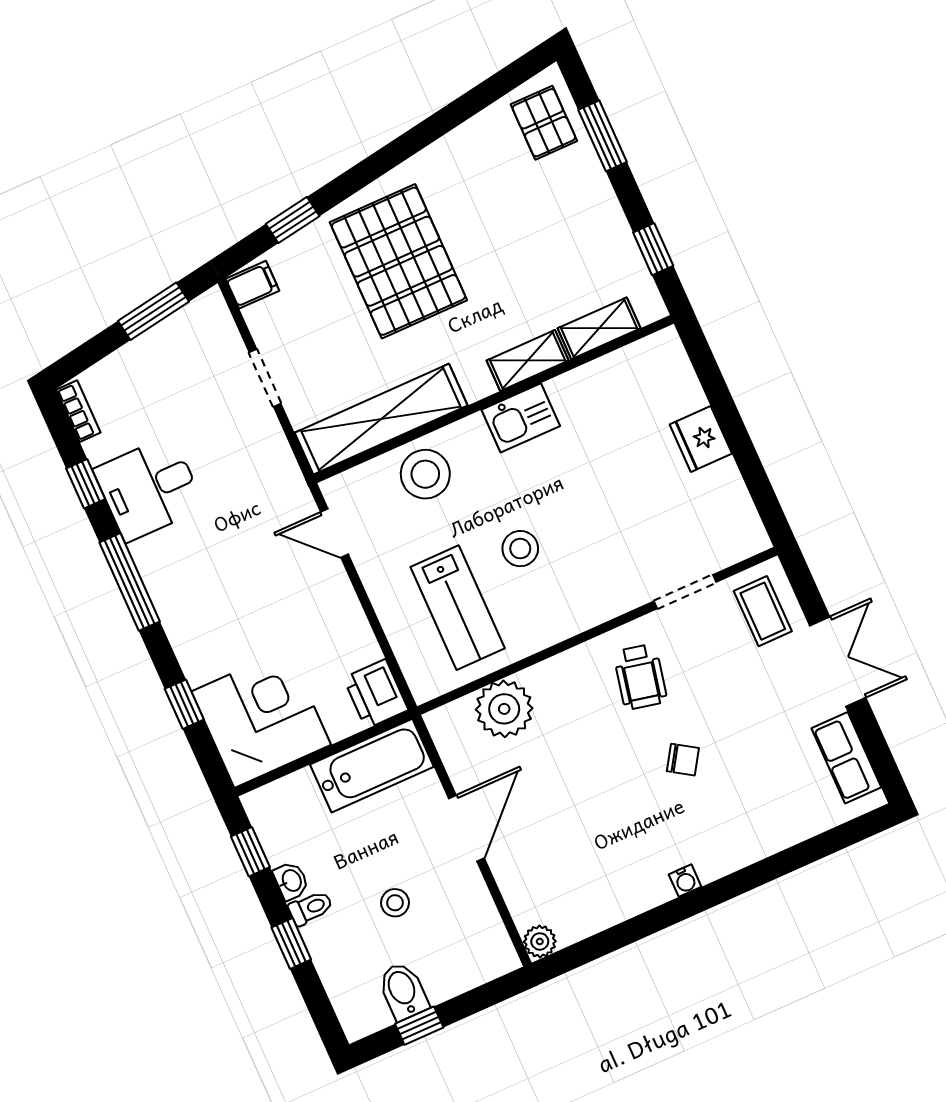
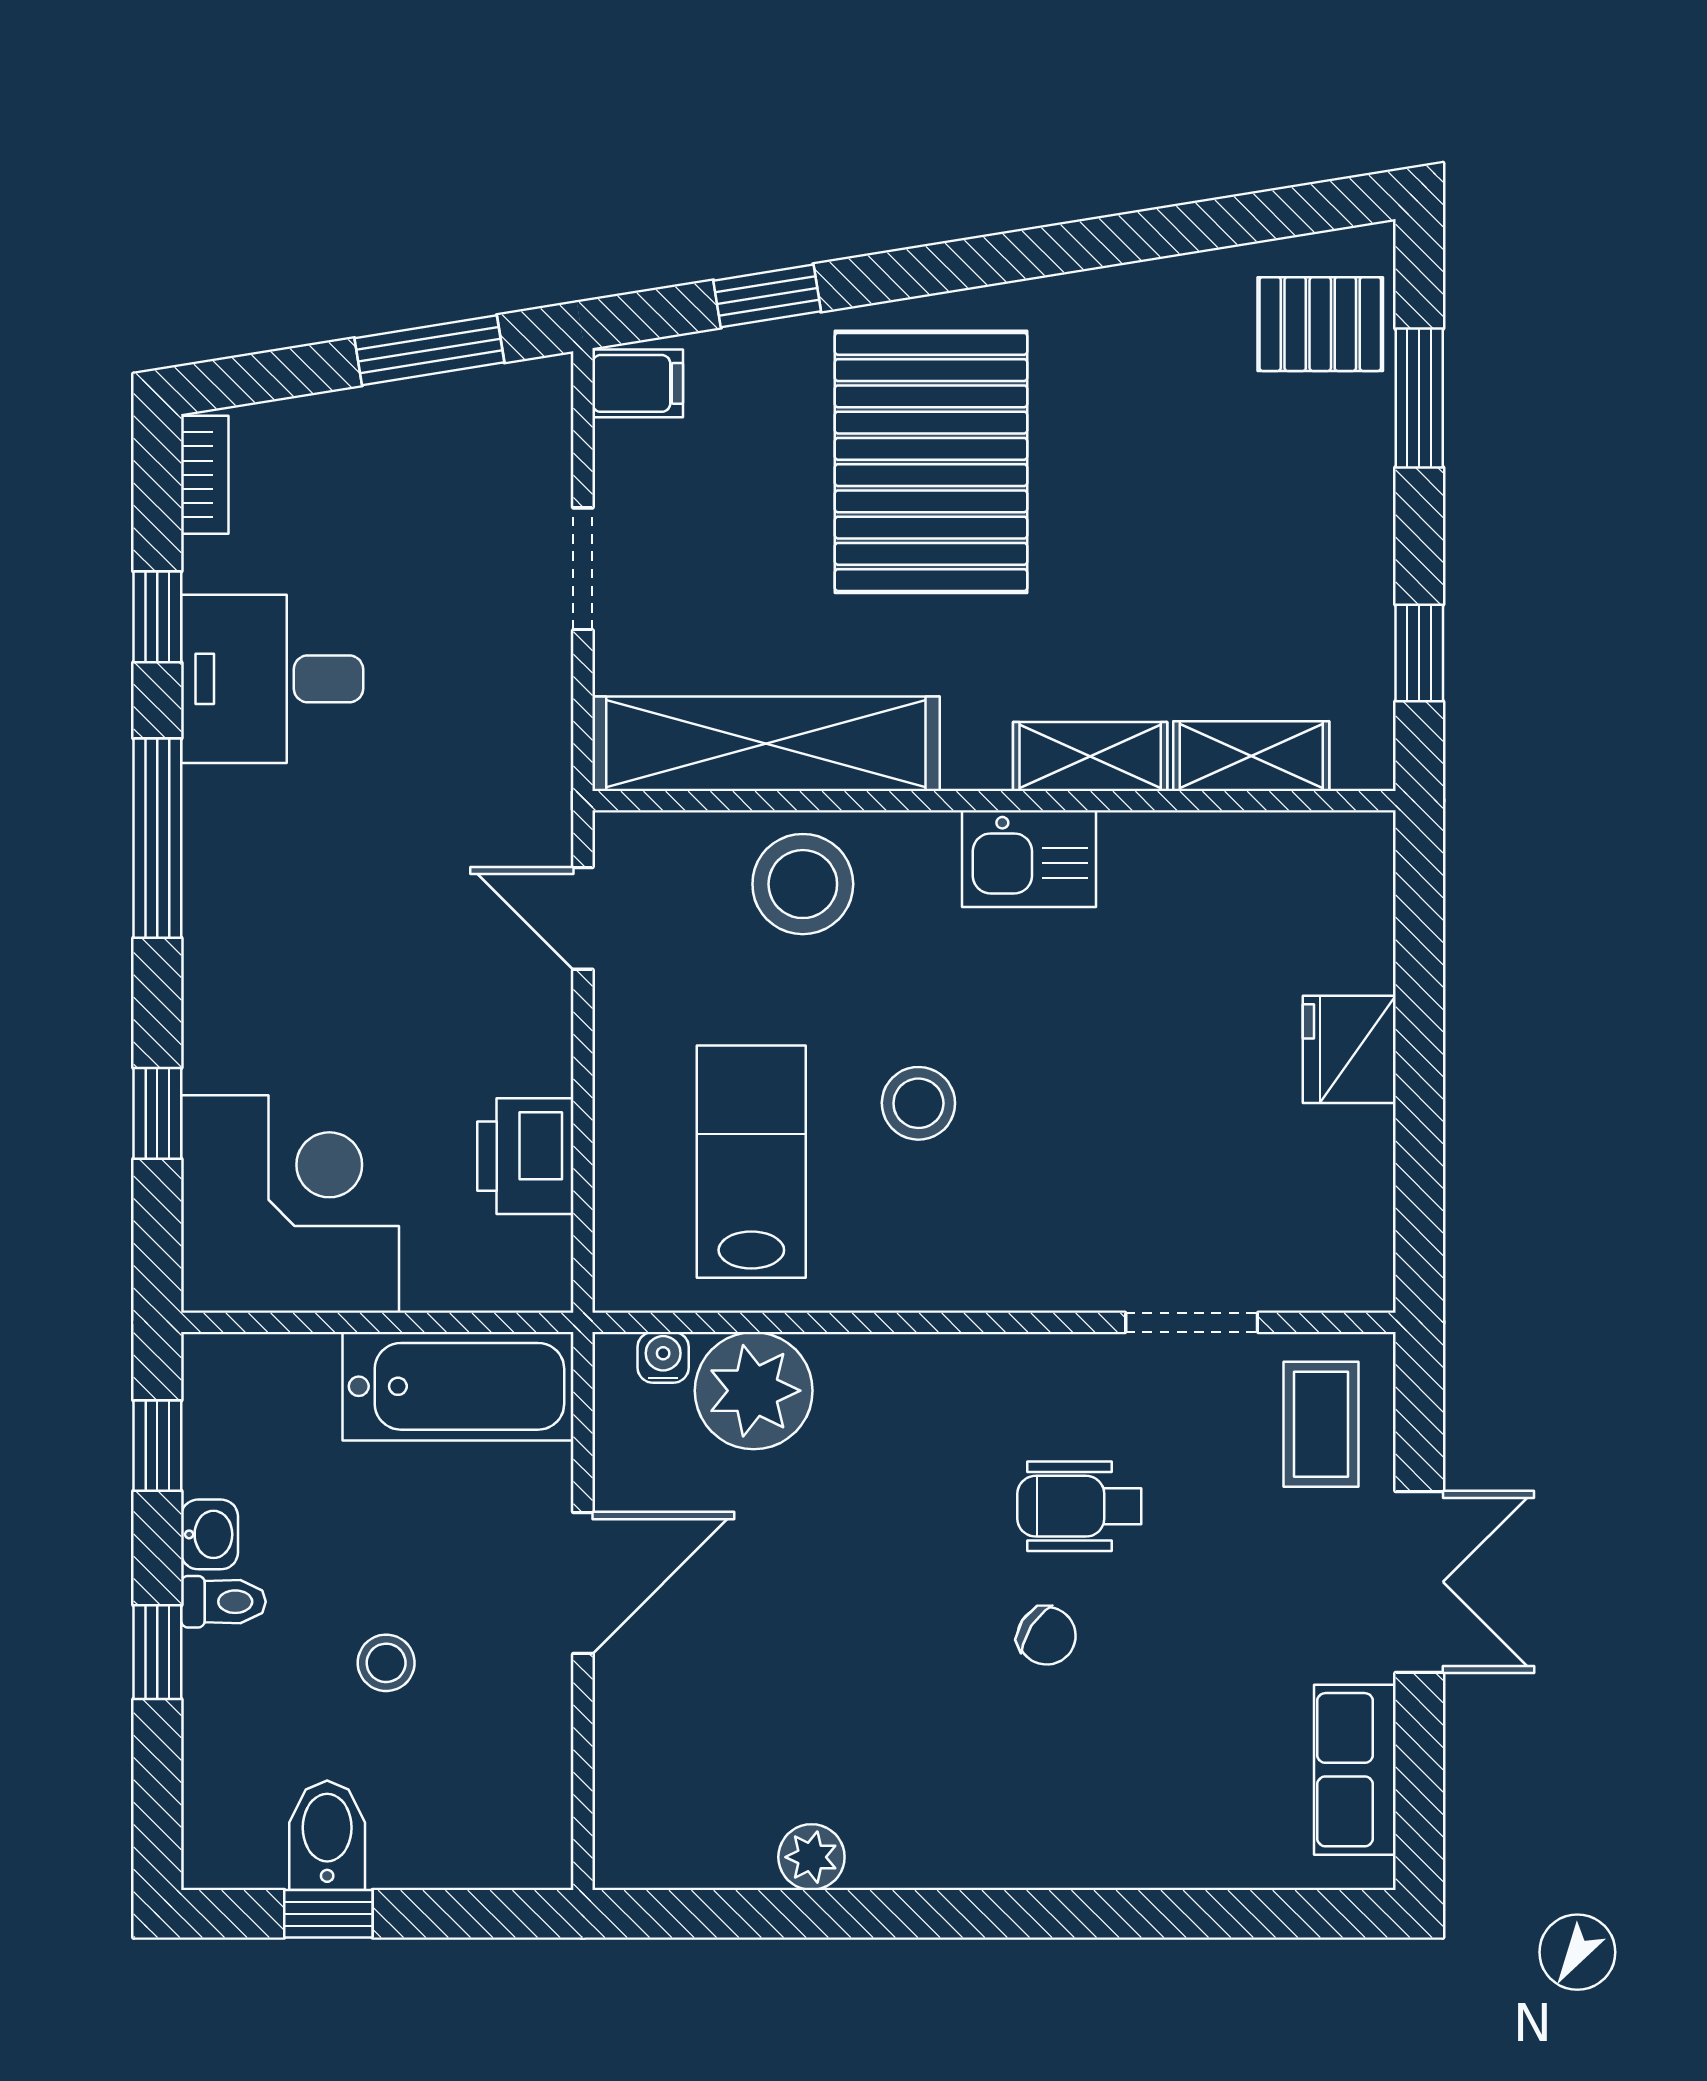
pallet: (544, 123) -> (1320, 324), turned 90
lab bench: (458, 608) -> (751, 1162), turned 180
wheelchair: (640, 677) -> (1079, 1506), moved, turned 78
printer: (376, 694) -> (525, 1156), moved
water cooler: (685, 881) -> (663, 1357), moved, turned 180
plant: (540, 941) -> (811, 1857), moved

